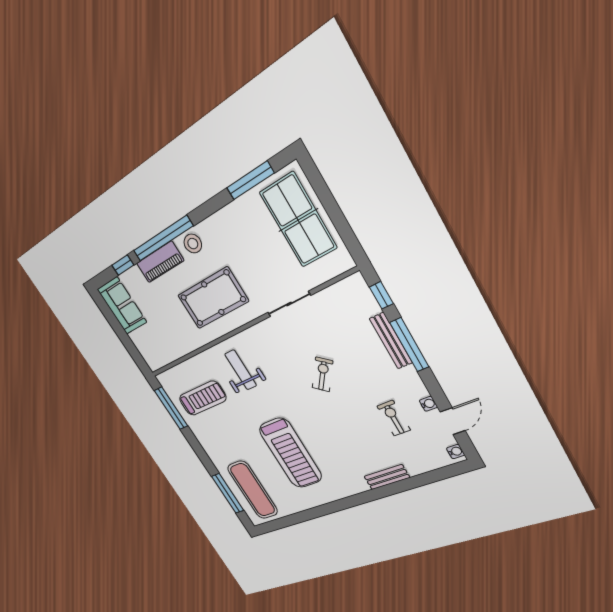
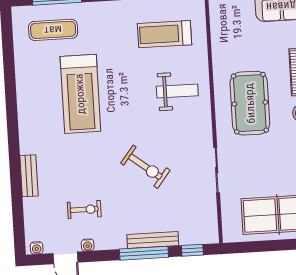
exercise bike: (323, 374) -> (145, 167), width x1.38, depth x1.39
treadmill: (203, 398) -> (165, 34), turned 90
treadmill: (290, 453) -> (80, 94), turned -90
exercise mat: (253, 490) -> (53, 30), width x0.73, depth x0.69

